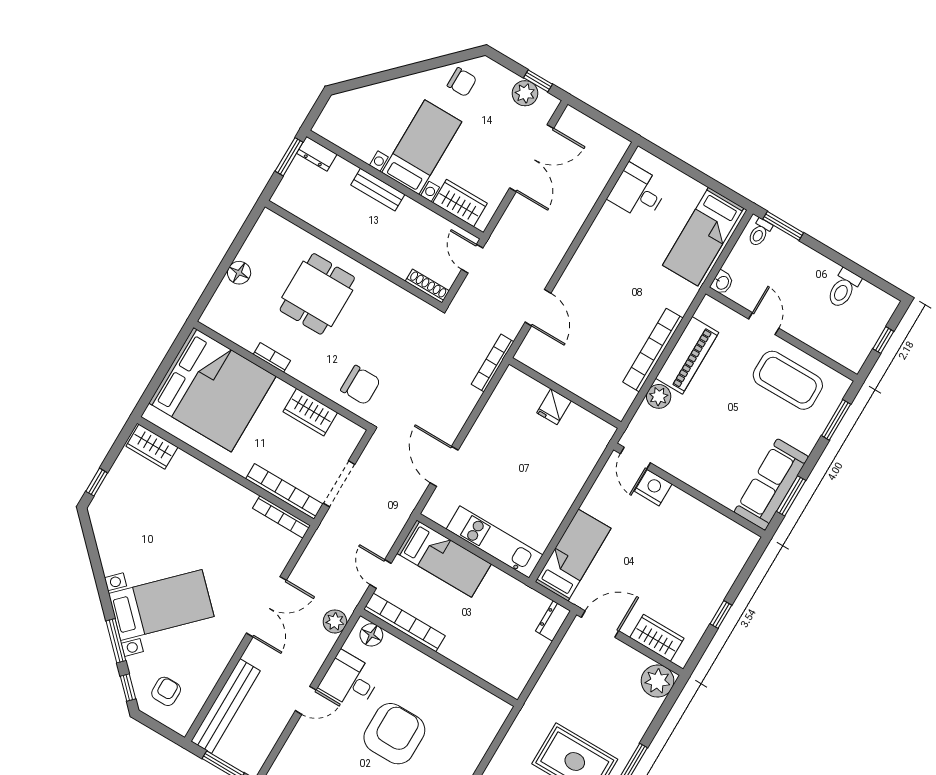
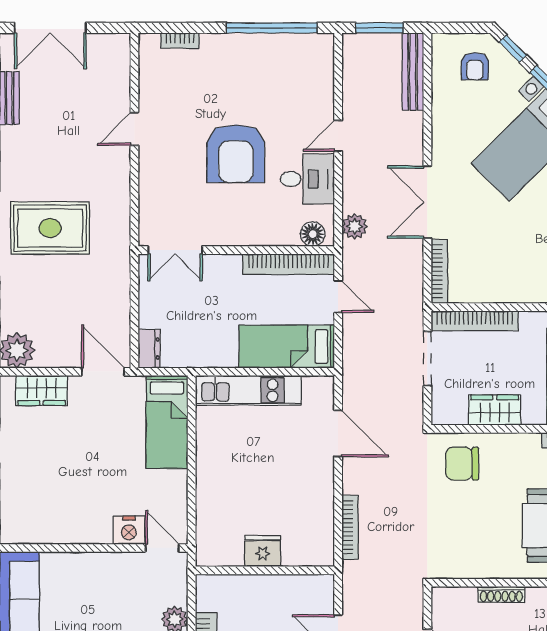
shoe rack: (427, 286) -> (501, 594), moved
bookcase: (493, 363) -> (350, 527), moved
fridge: (554, 407) -> (263, 551), width x1.38
bookcase: (281, 517) -> (439, 271), moved, turned 90
door: (600, 624) -> (103, 372), swing flipped
double door: (487, 686) -> (175, 250), added
bench: (226, 706) -> (413, 72), width x0.73, depth x0.82

